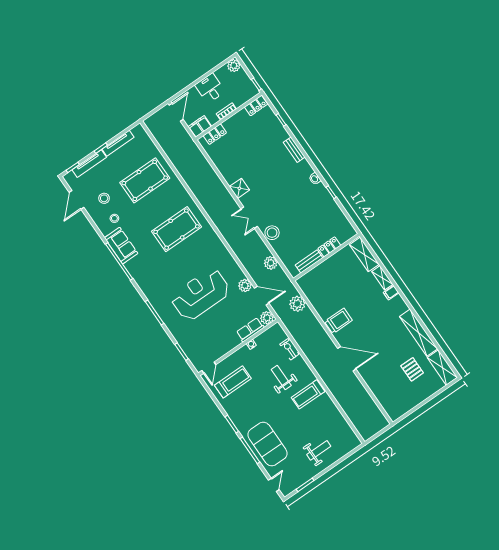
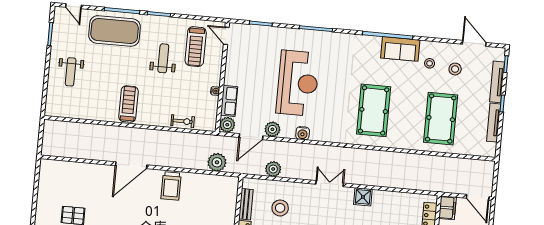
stool: (272, 233) -> (280, 208), moved
water cooler: (231, 263) -> (303, 133), added
weight bench: (281, 377) -> (163, 58), moved, turned -90

